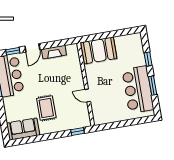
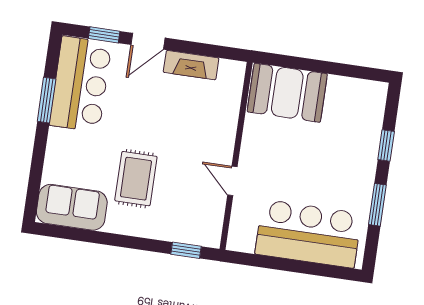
bar counter: (138, 90) -> (308, 234), moved, turned 90

